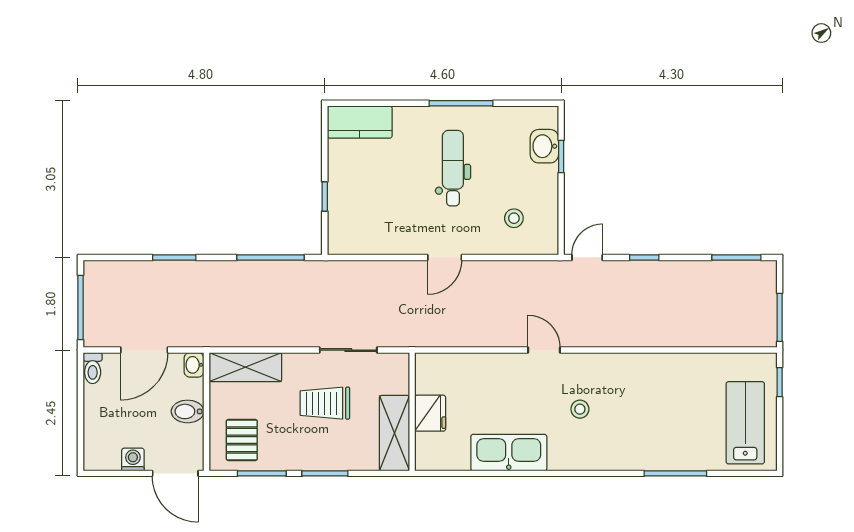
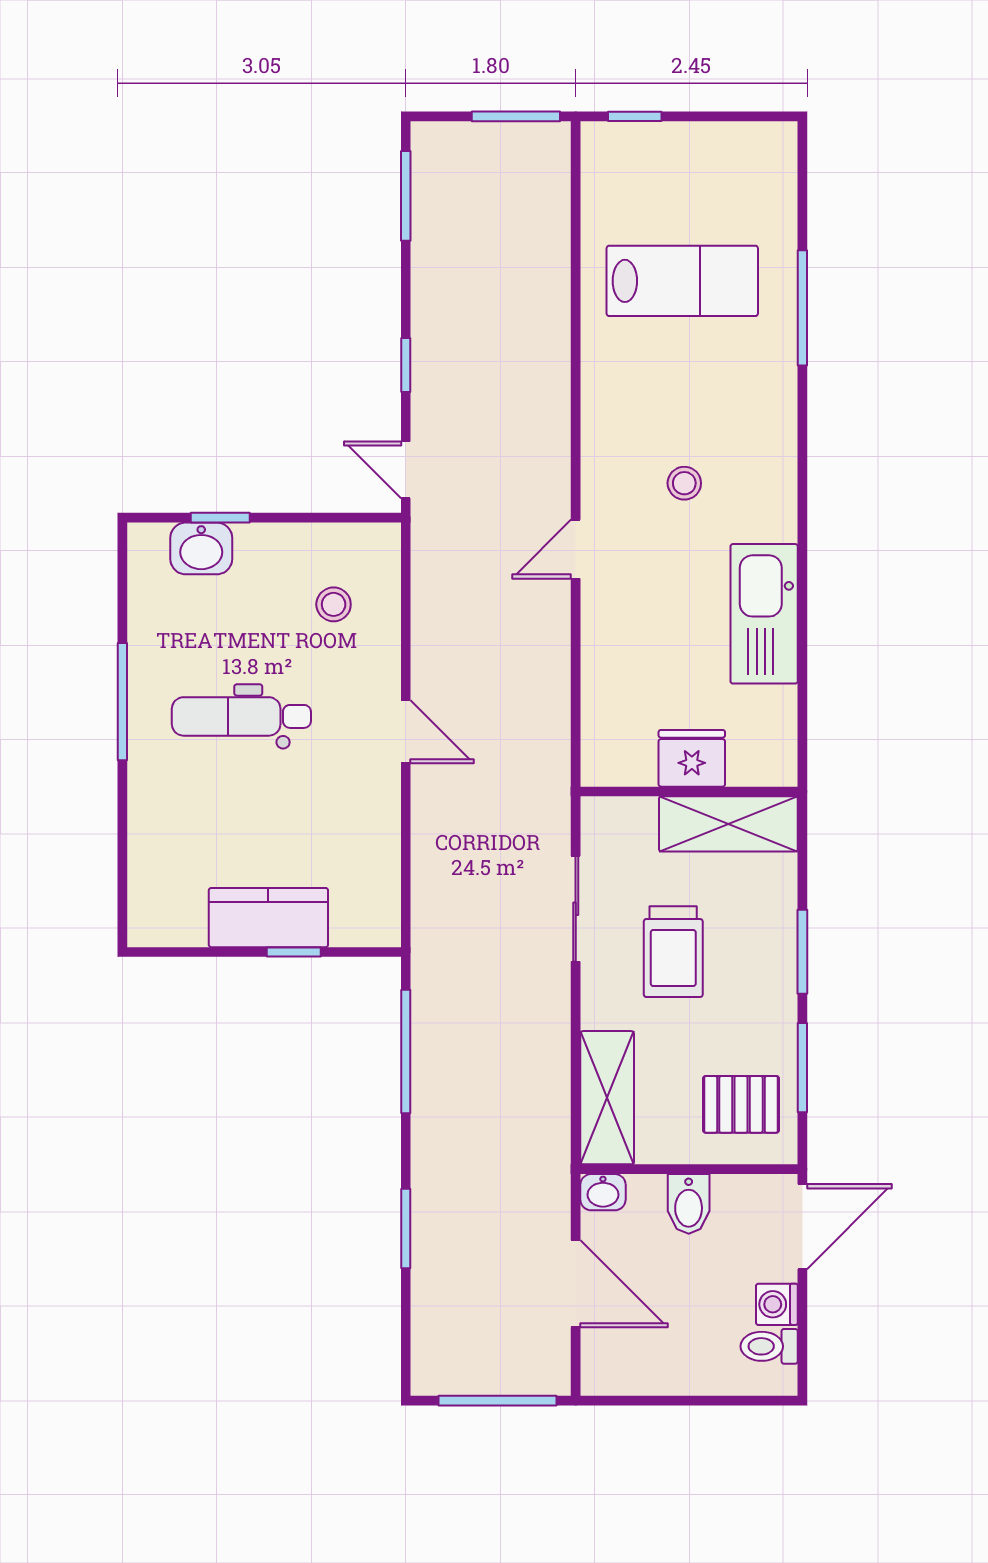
kitchen counter: (360, 122) -> (268, 918), moved, turned -90
toilet: (93, 368) -> (769, 1346), moved, turned 180
lab bench: (745, 423) -> (682, 281), moved, turned 180

